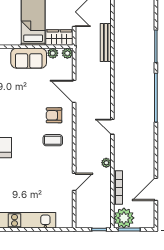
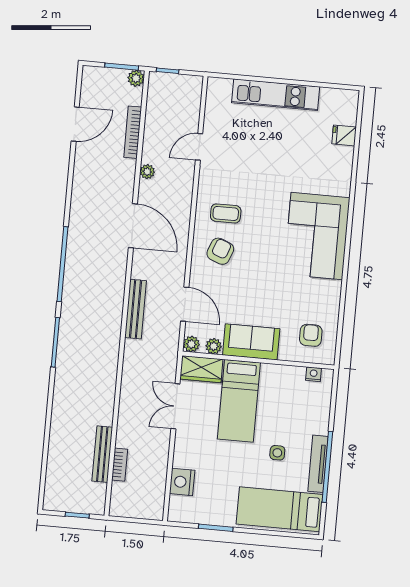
bench: (106, 43) -> (136, 309), moved
door: (74, 91) -> (185, 304), moved
armchair: (54, 115) -> (220, 251), turned -69
door: (112, 127) -> (133, 226), width x1.88
plant: (124, 218) -> (136, 78), width x0.53, depth x0.53

